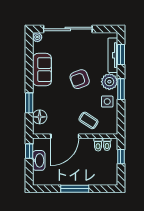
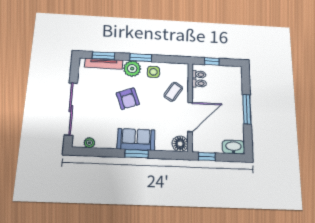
plant: (37, 37) -> (89, 143), moved
sofa: (42, 70) -> (136, 139), moved
window: (29, 103) -> (137, 154), moved
floor lamp: (40, 117) -> (180, 144), moved
door: (65, 136) -> (190, 117), hinge flipped
washbasin: (39, 160) -> (233, 147), moved

